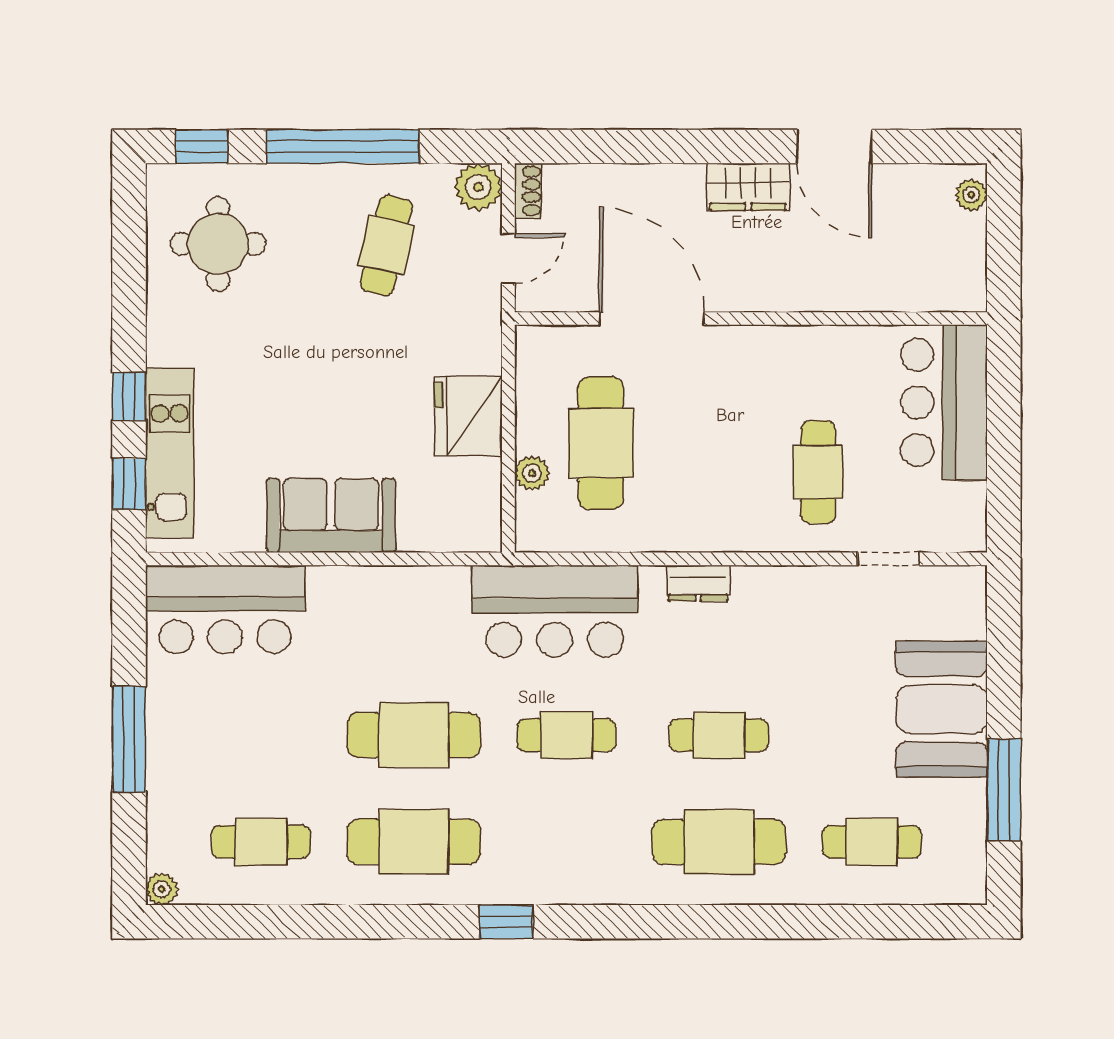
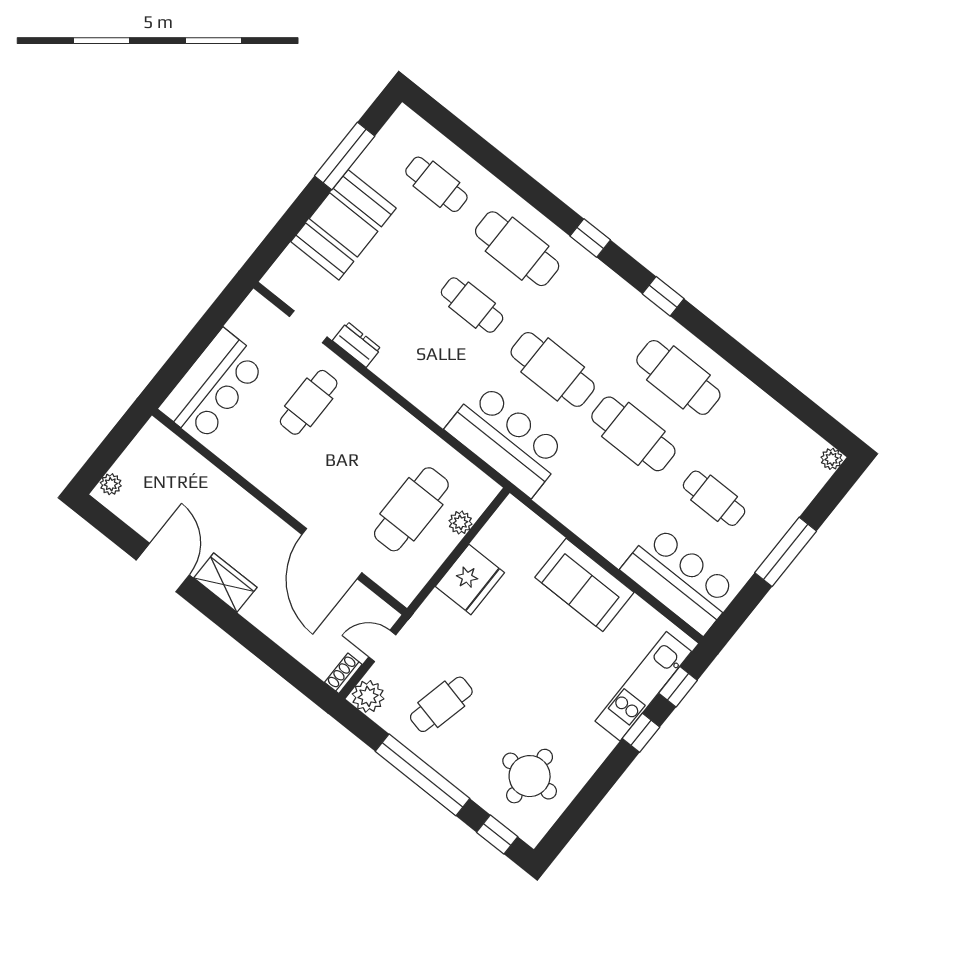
dresser: (698, 583) -> (357, 345), moved
cafe table: (566, 735) -> (553, 369), width x1.37, depth x1.35
cafe table: (261, 842) -> (714, 498), moved
window: (644, 922) -> (590, 238), added

